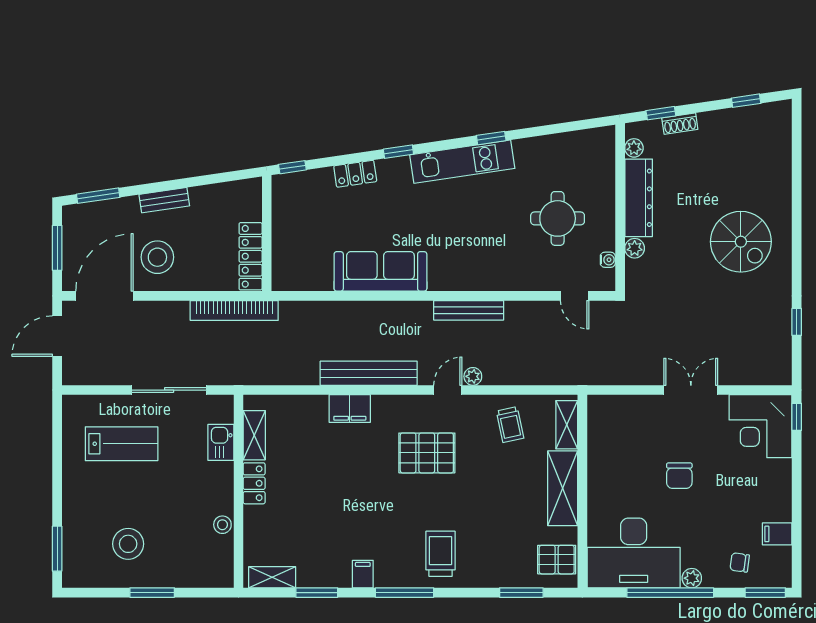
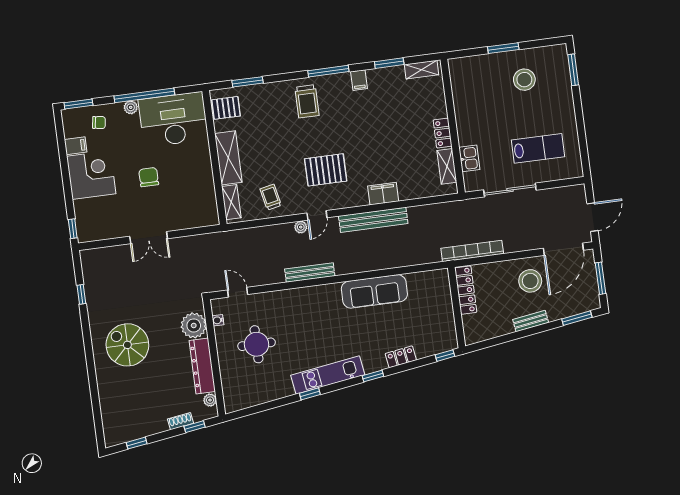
plant: (635, 248) -> (194, 325), width x1.87, depth x1.87
corner desk: (761, 426) -> (91, 175), moved
lab bench: (122, 444) -> (538, 148), turned 180
stool: (222, 525) -> (461, 102), removed

